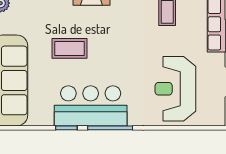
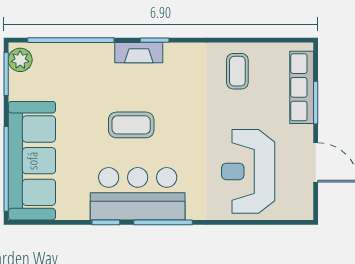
coffee table: (69, 48) -> (131, 125), moved

